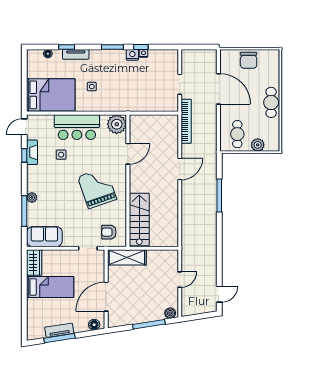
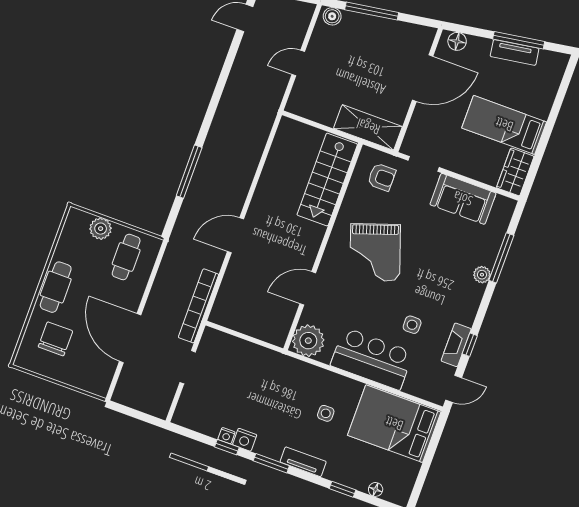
tv unit: (76, 54) -> (303, 462), moved
chair: (249, 60) -> (55, 339), moved
sofa: (44, 237) -> (463, 199), moved

